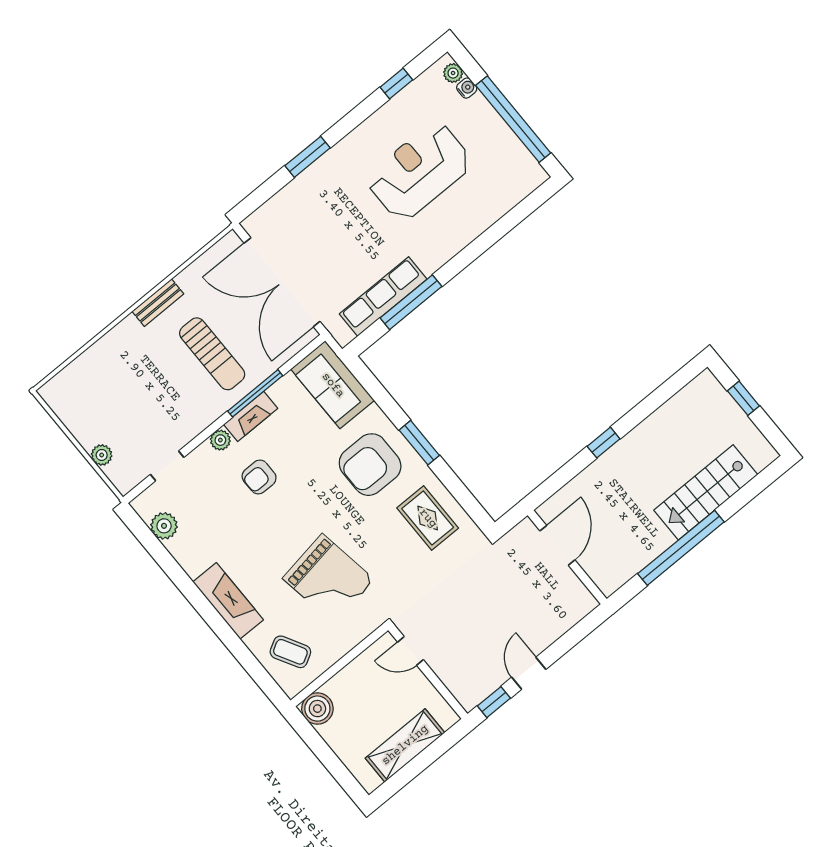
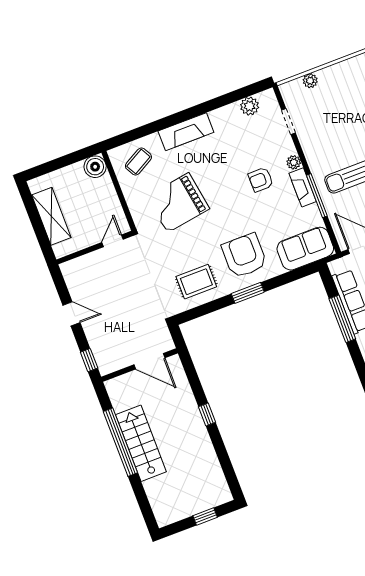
armchair: (259, 477) -> (261, 180), turned -90
stairs: (706, 492) -> (141, 443), moved
window: (494, 702) -> (89, 360), moved

